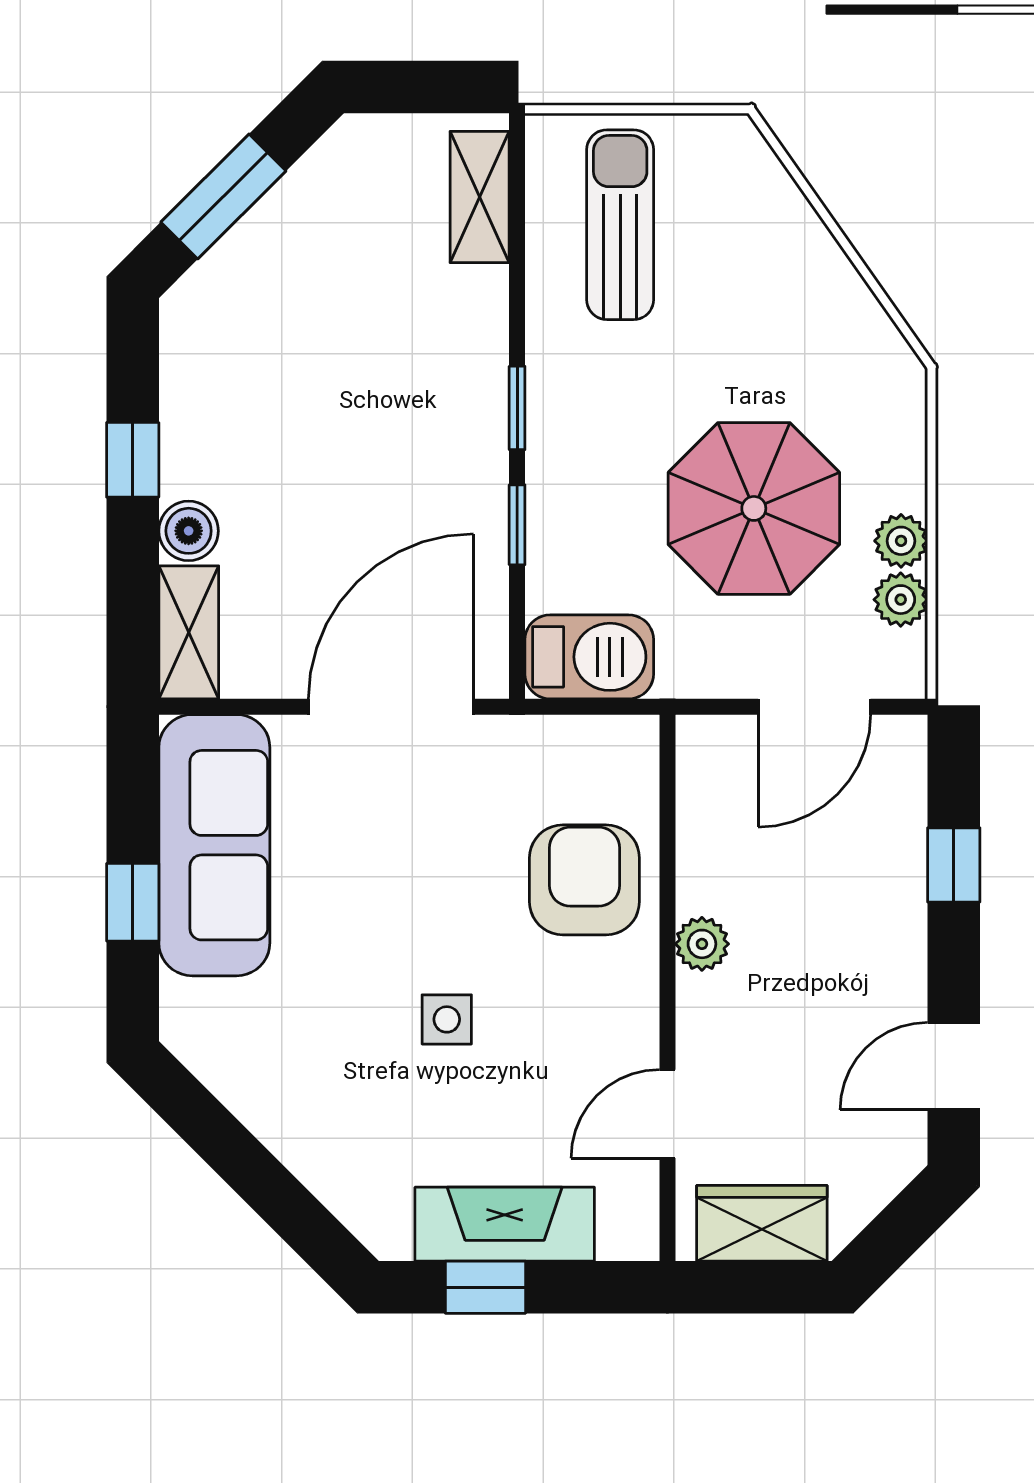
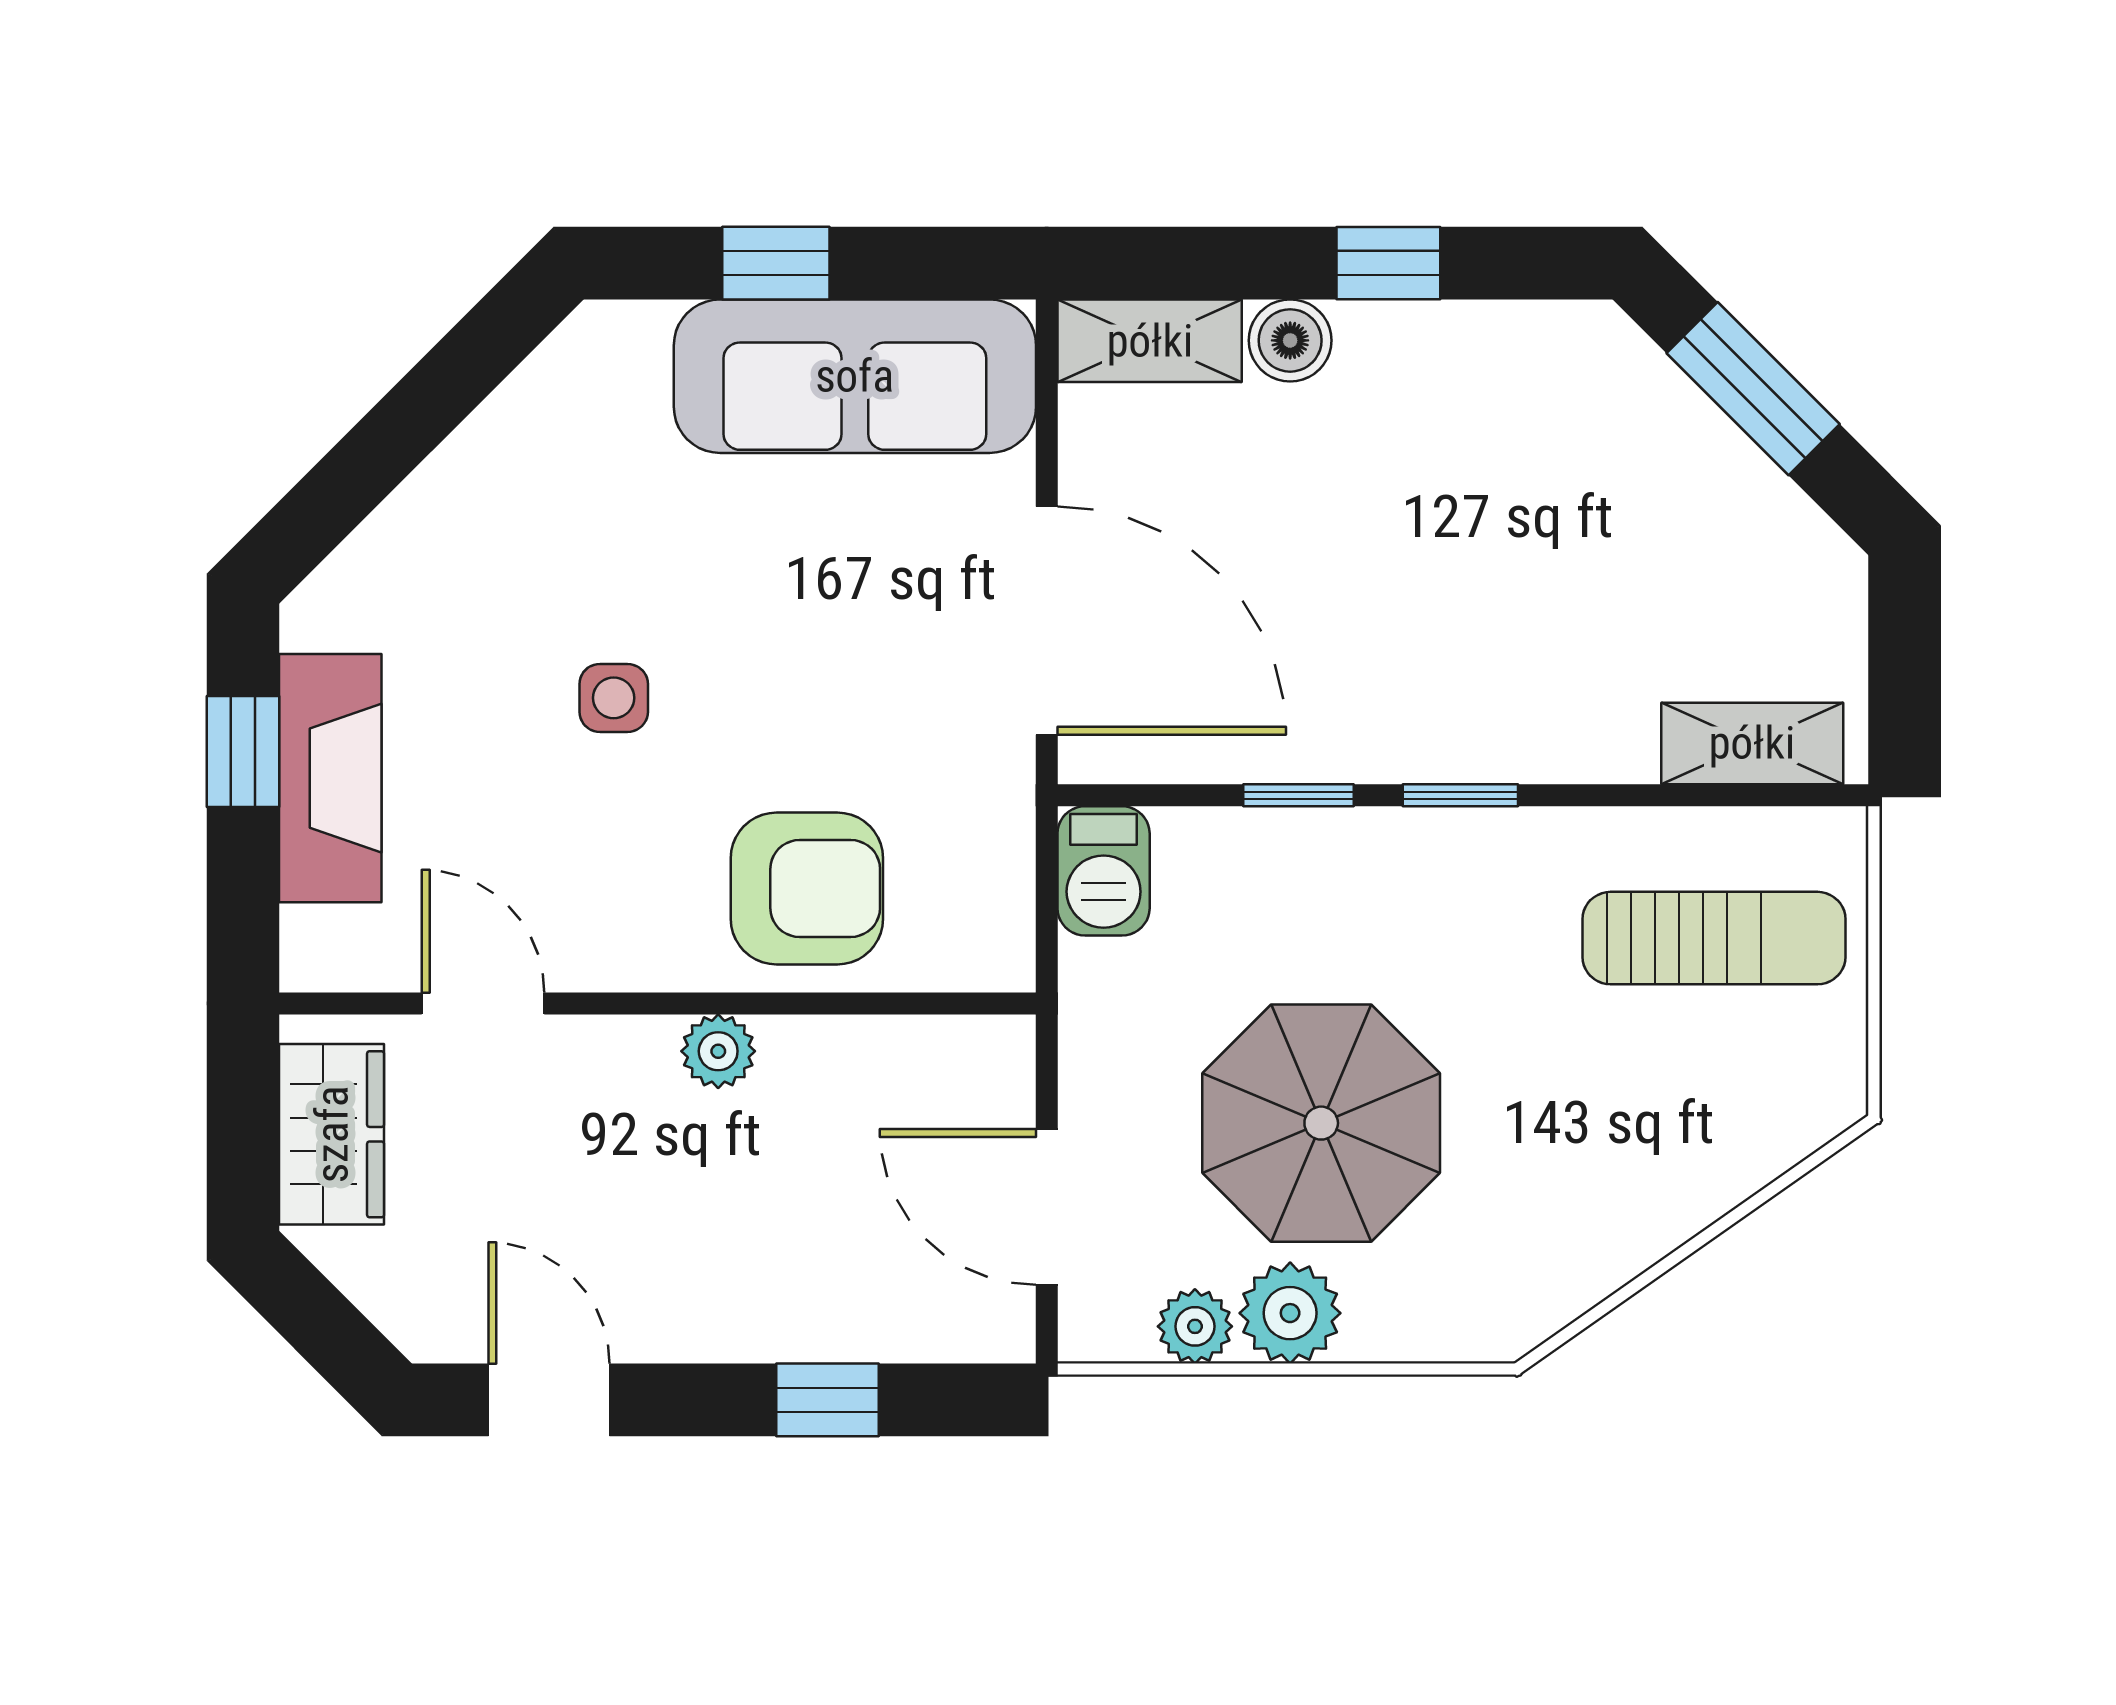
plant: (901, 541) -> (1290, 1313), width x1.38, depth x1.38
barbecue: (589, 657) -> (1104, 871), width x0.73, depth x0.79

